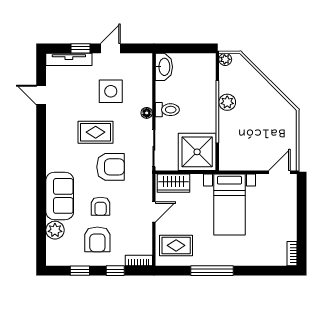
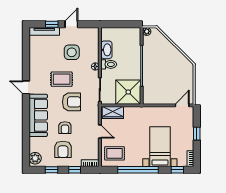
washbasin: (164, 67) -> (106, 50), moved
door: (41, 95) -> (26, 87), moved
plant: (227, 102) -> (148, 60), removed
sofa: (60, 196) -> (38, 115), width x1.36
bed with nightstands: (229, 204) -> (160, 147), moved, turned 180
door: (154, 212) -> (100, 131), hinge flipped
window: (302, 215) -> (197, 134), added
plant: (55, 230) -> (35, 158), moved
window: (212, 271) -> (138, 170), width x1.46
window: (272, 271) -> (177, 170), added

